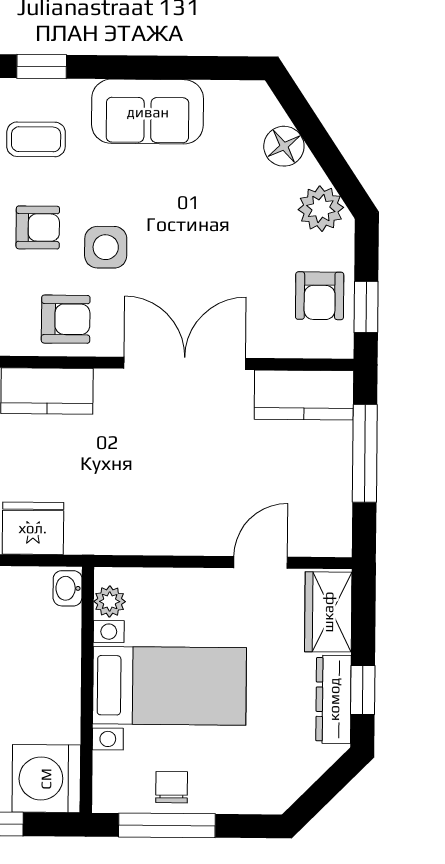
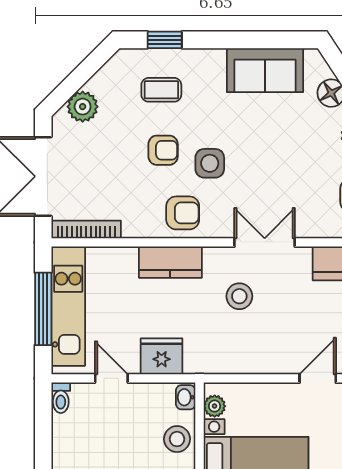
sofa: (148, 112) -> (265, 70), moved
double door: (185, 363) -> (265, 242), width x0.73
stool: (147, 442) -> (239, 296), added
stool: (54, 649) -> (177, 439), added

